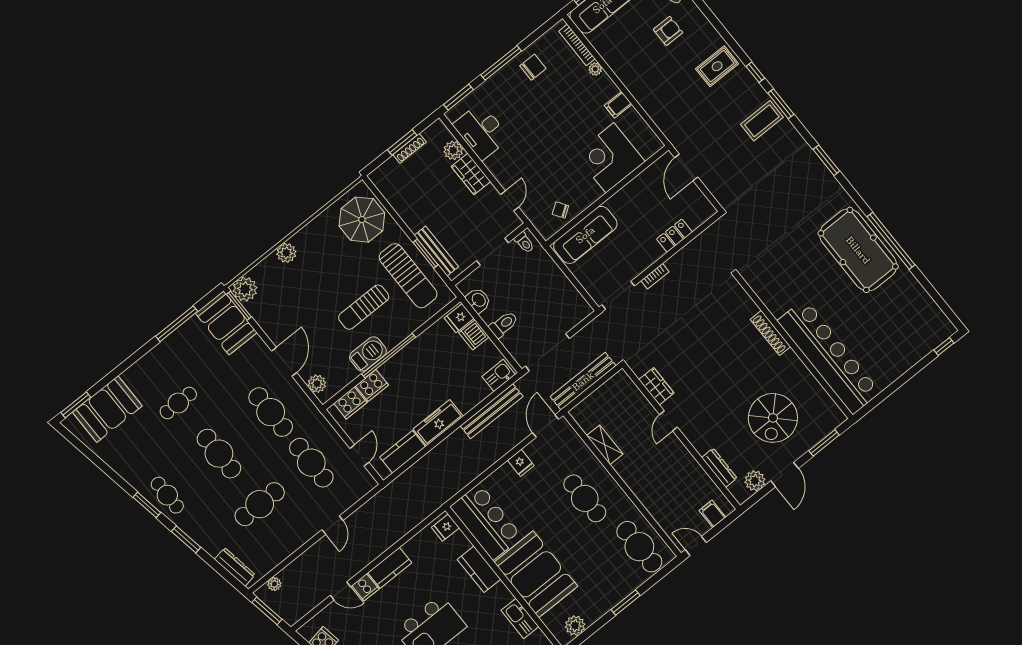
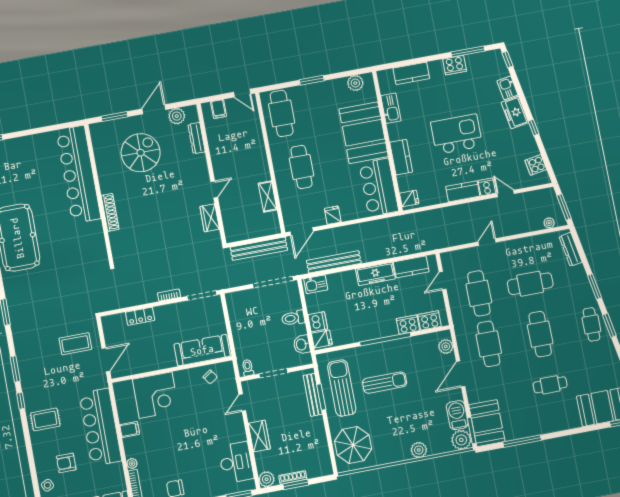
bar counter: (652, 90) -> (100, 427), added
coffee table: (762, 121) -> (75, 344), moved
plant: (453, 150) -> (267, 479), moved
barbecue: (368, 354) -> (457, 415), moved, turned 90

